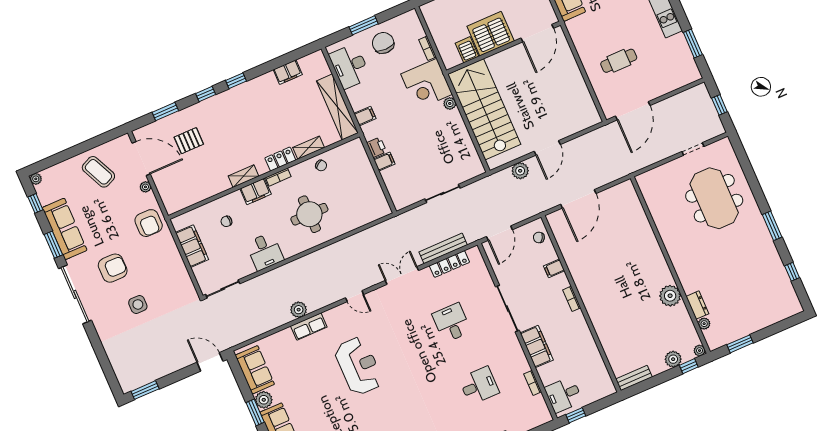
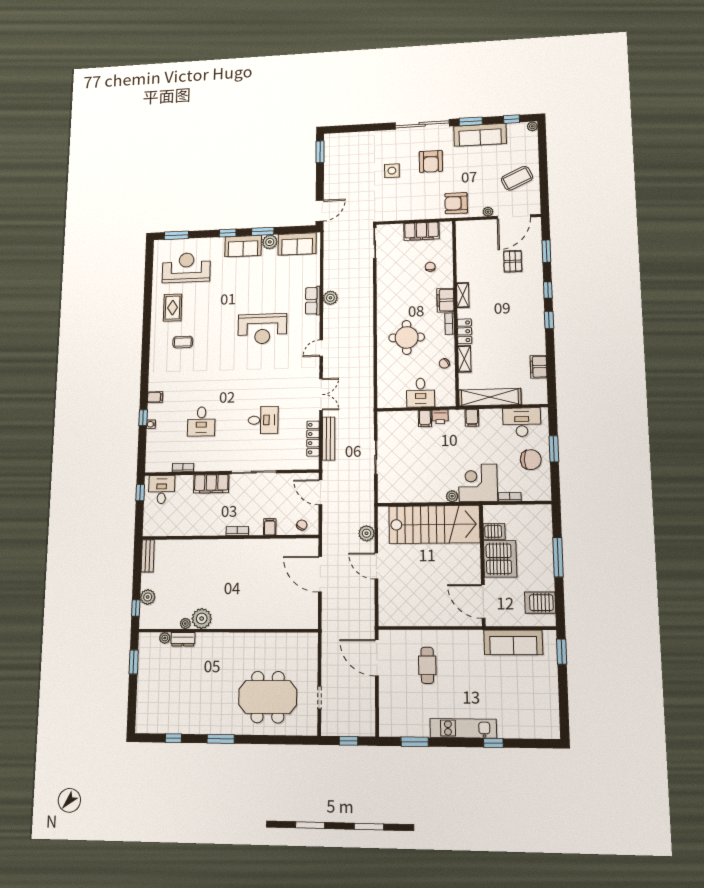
desk: (265, 252) -> (421, 393), moved, turned -90
plant: (700, 351) -> (185, 623), moved

